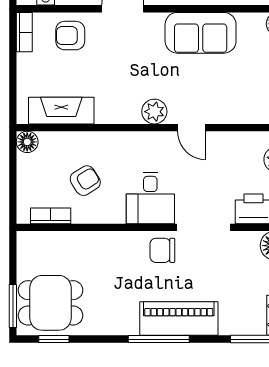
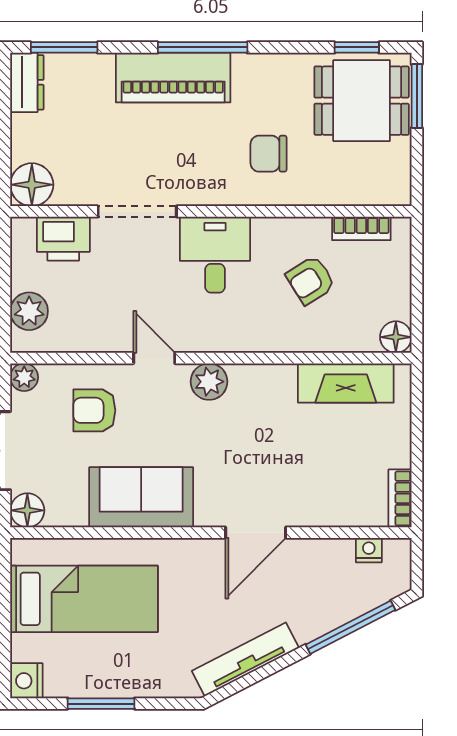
armchair: (70, 36) -> (94, 410), moved, turned 180
chair: (162, 250) -> (268, 154), moved, turned 180

